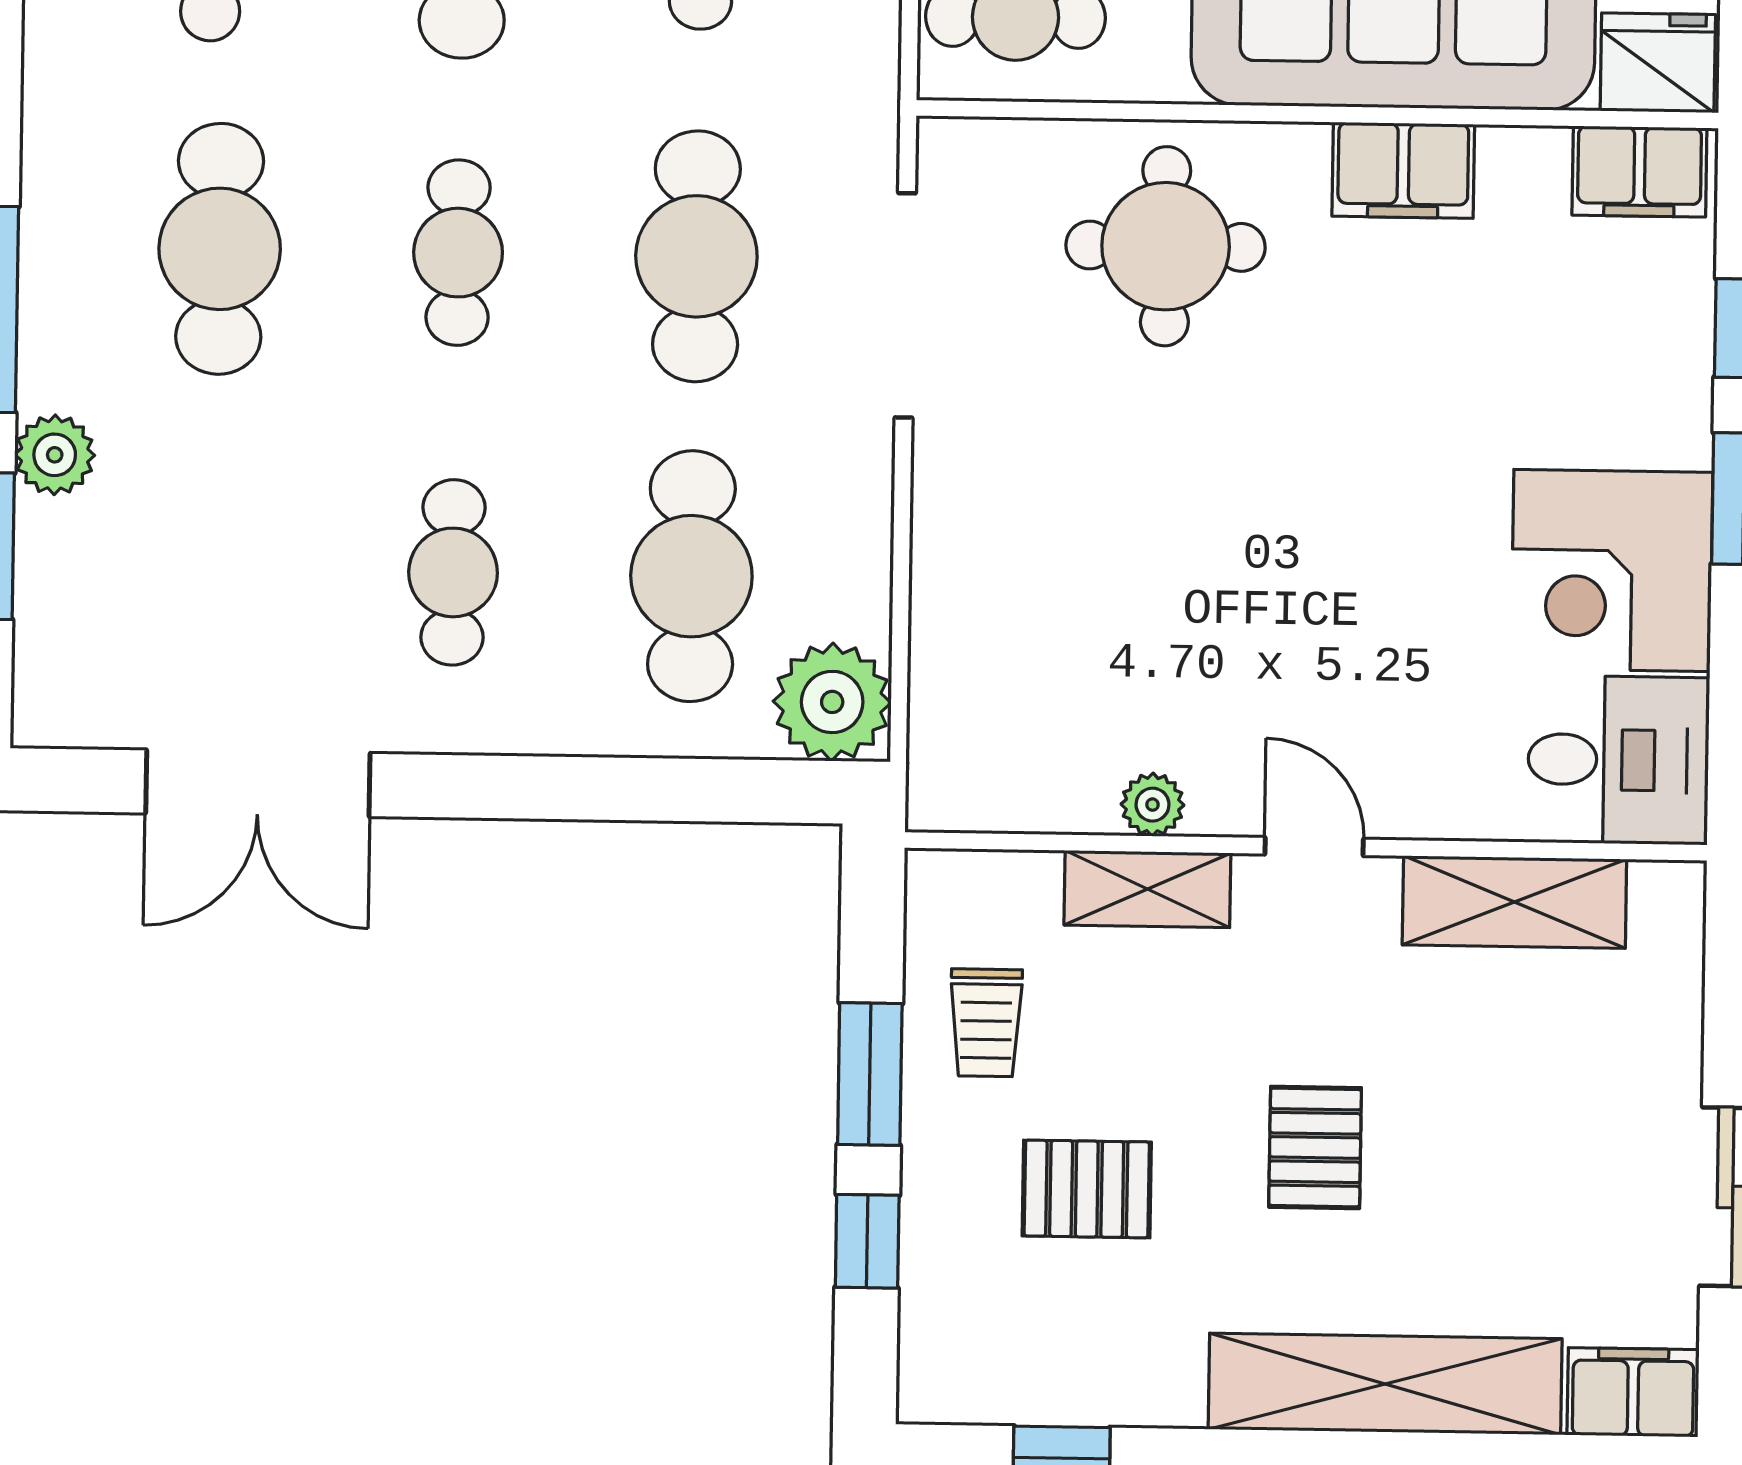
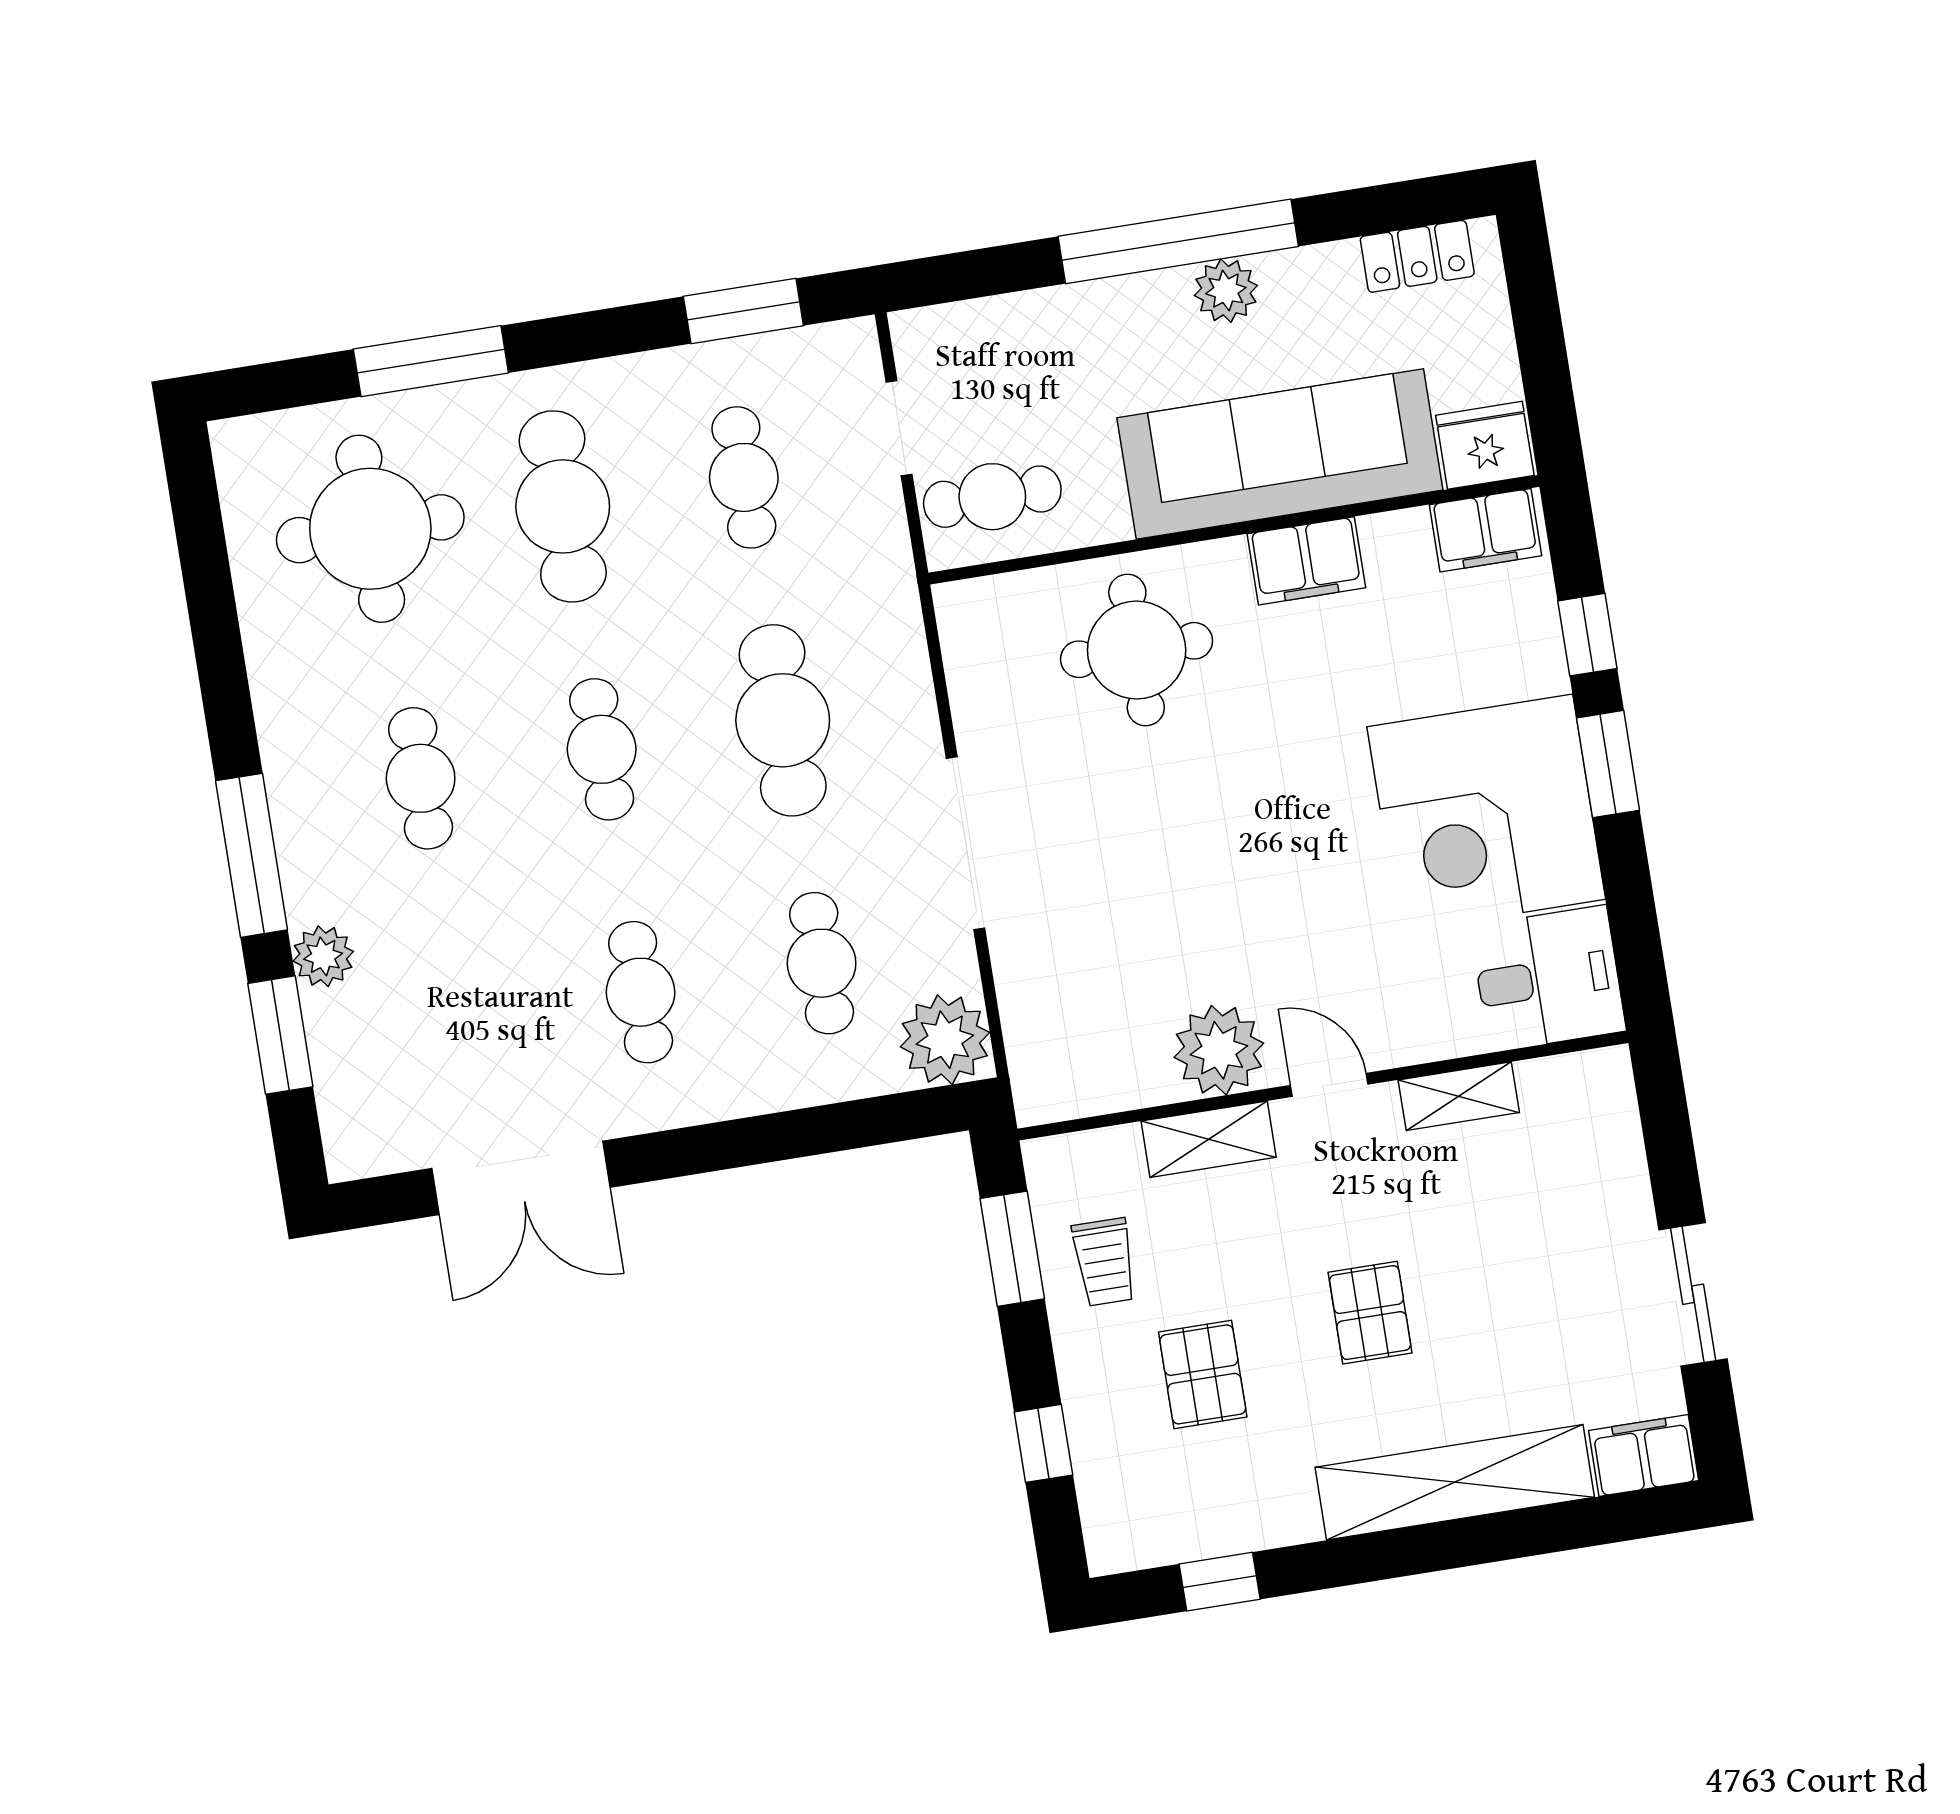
cafe table: (220, 249) -> (421, 778), width x0.73, depth x0.74
doorway: (905, 305) -> (966, 843), moved
corner desk: (1612, 570) -> (1486, 813), width x1.36, depth x1.36
cafe table: (691, 576) -> (822, 963), width x0.73, depth x0.74
plant: (1153, 805) -> (1219, 1050), width x1.88, depth x1.88
shelving: (1514, 902) -> (1459, 1096), width x0.67, depth x0.75
window: (870, 1074) -> (1012, 1249), moved
pallet: (1087, 1189) -> (1203, 1374), turned 90

